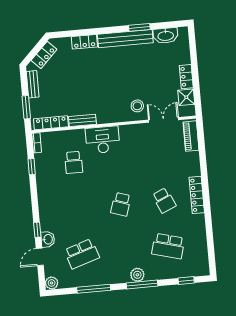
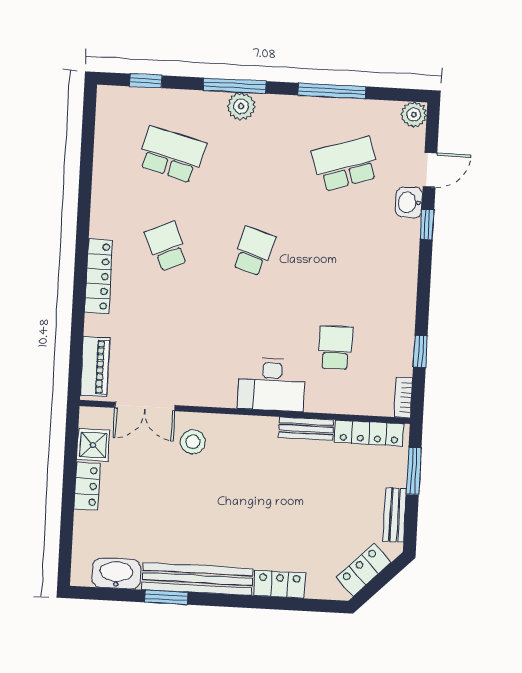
locker: (197, 195) -> (99, 276), moved

